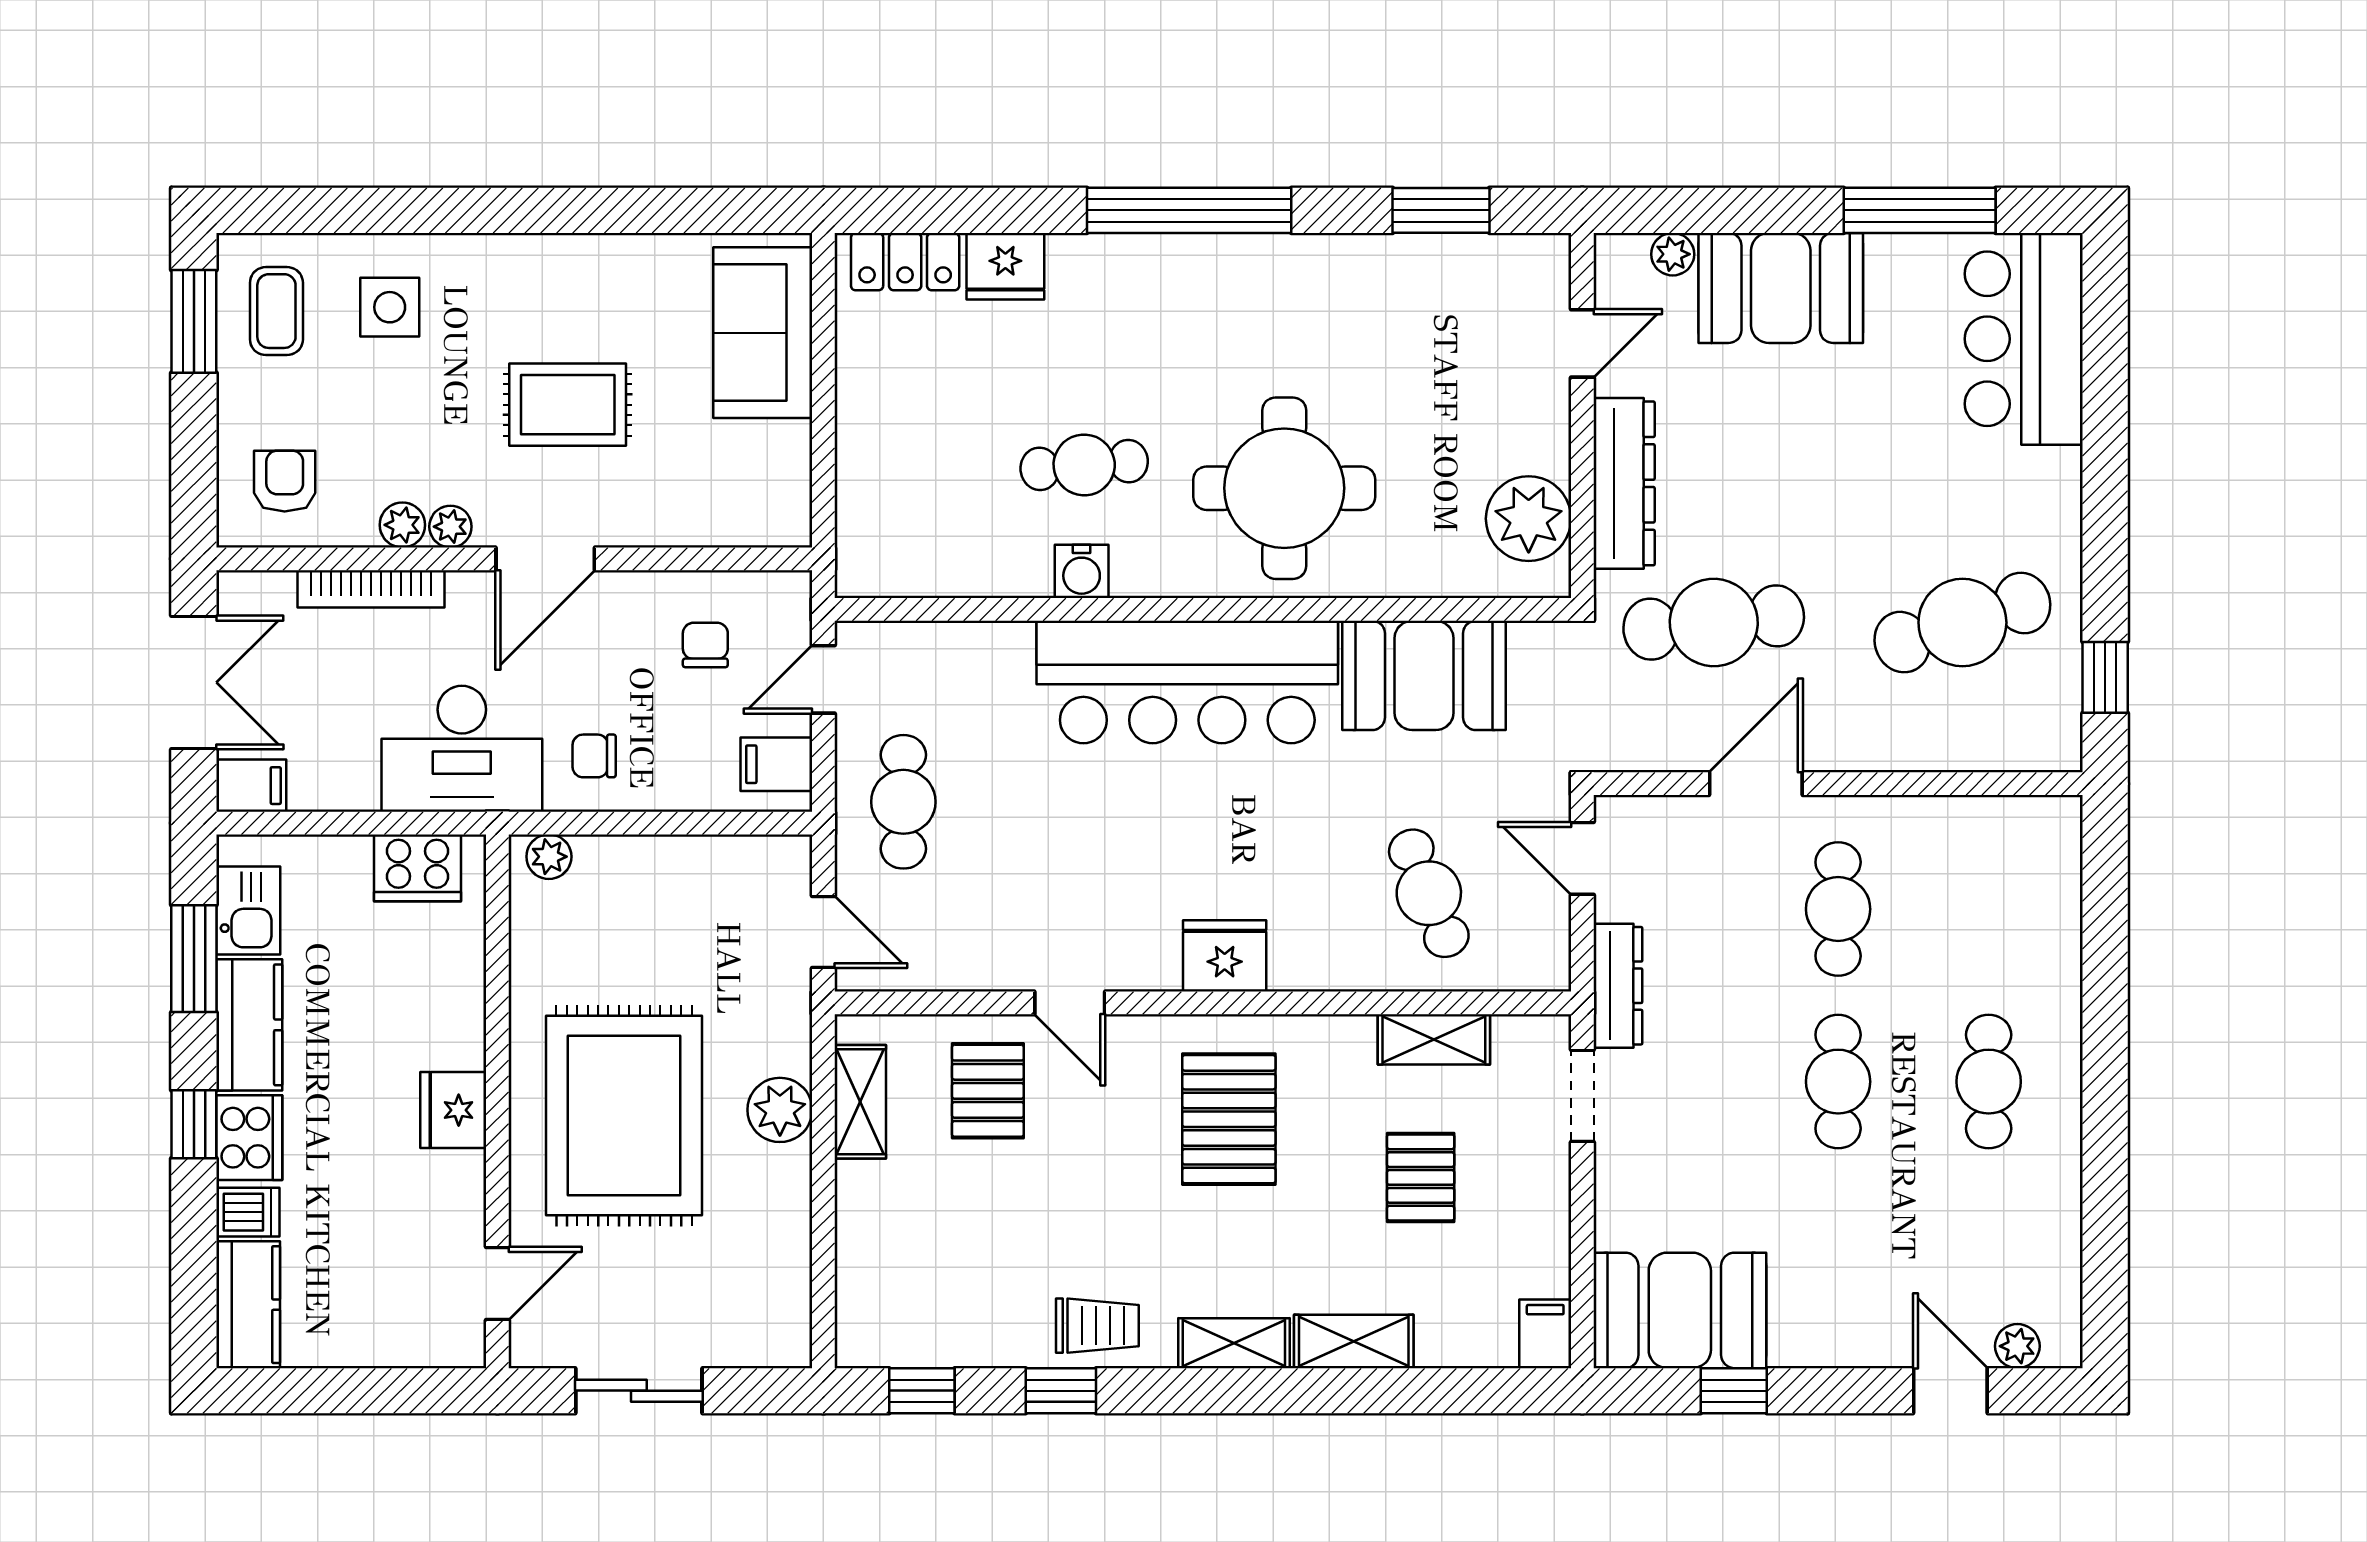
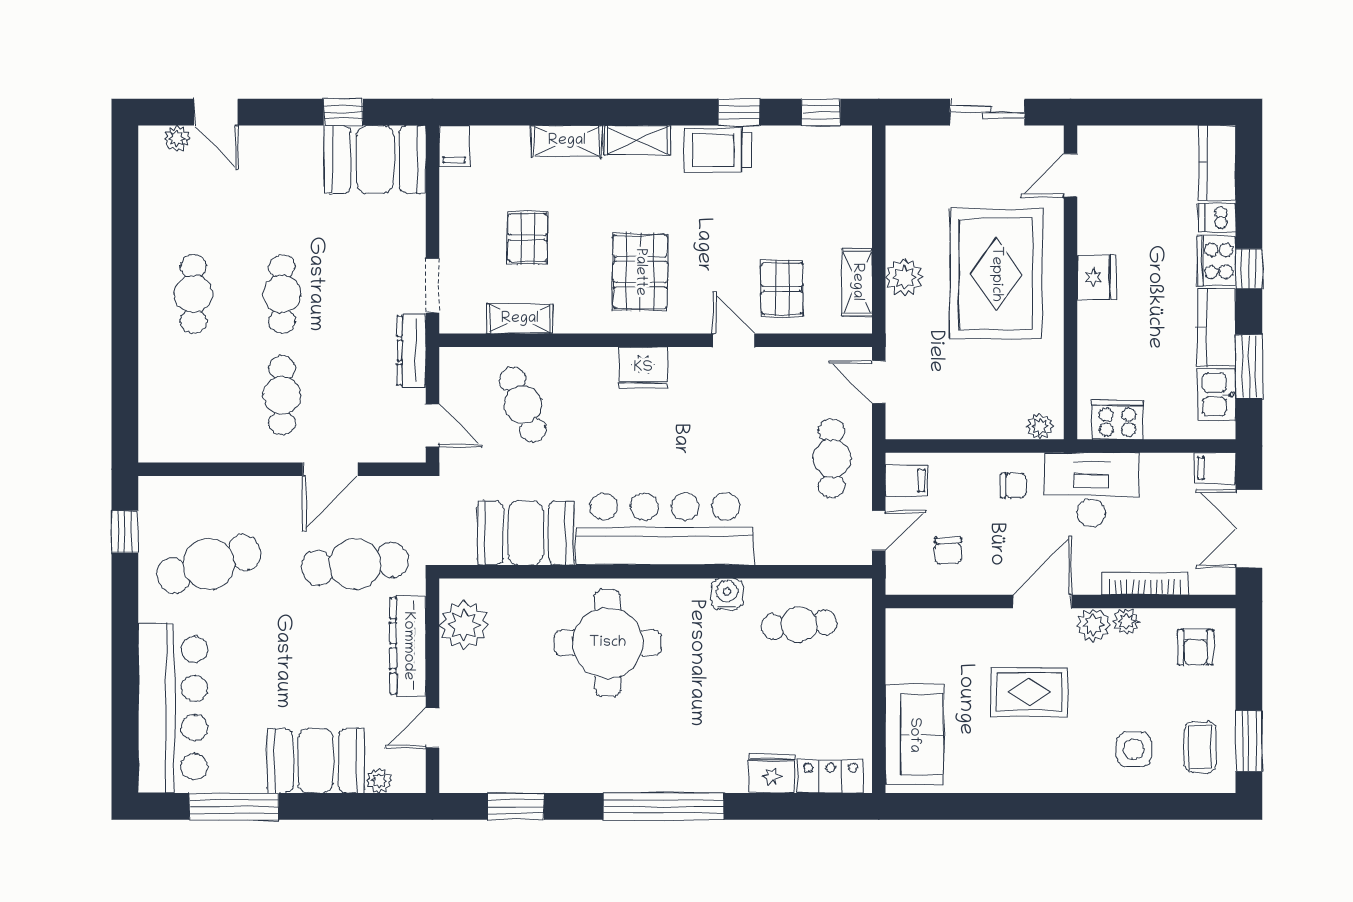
bar counter: (2024, 339) -> (173, 708), width x1.36
cafe table: (1084, 465) -> (799, 625), moved
plant: (450, 527) -> (1093, 625), width x1.38, depth x1.38
trolley: (1097, 1326) -> (718, 150), width x1.36, depth x1.39

